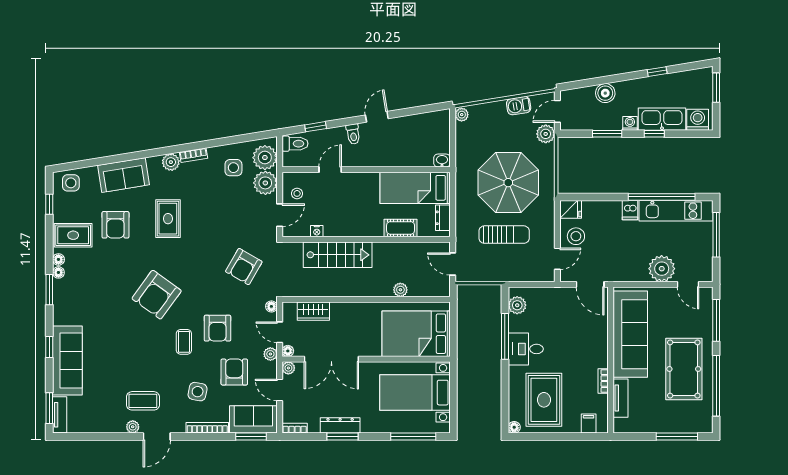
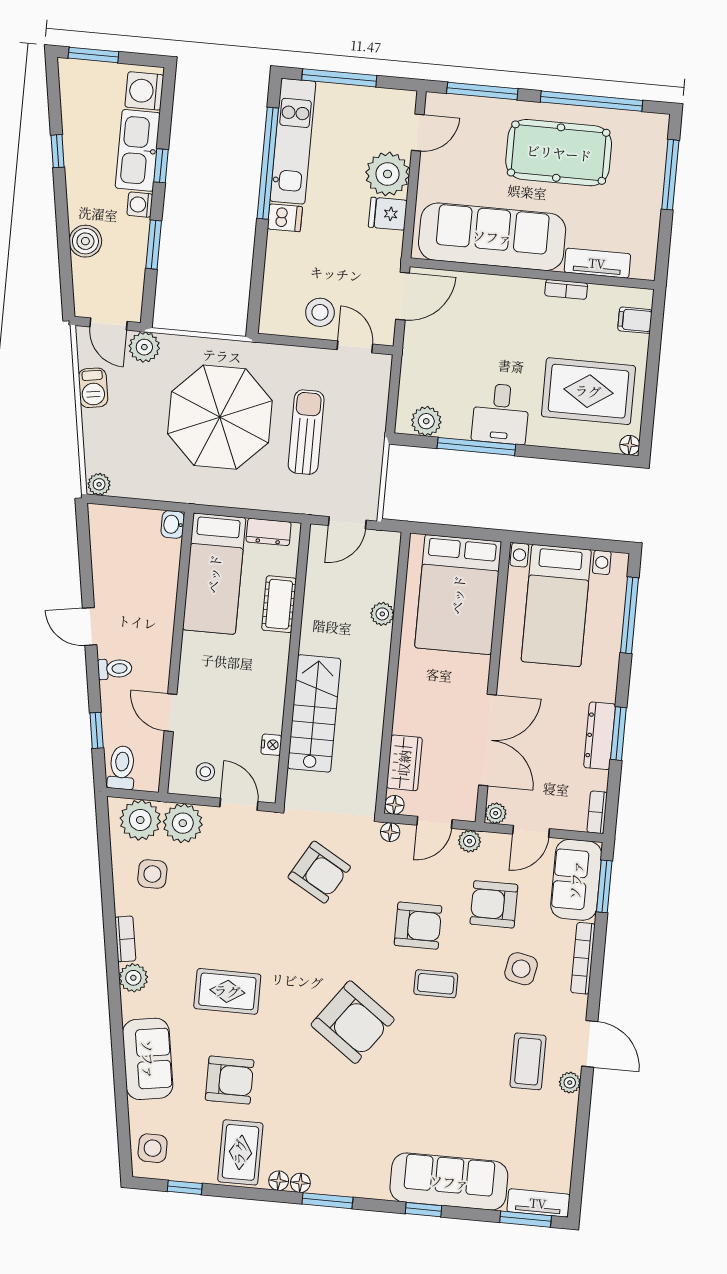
fridge: (571, 209) -> (388, 214), moved, turned -90
floor lamp: (288, 351) -> (394, 805), moved

